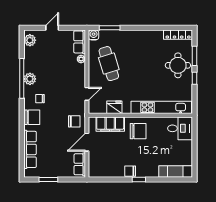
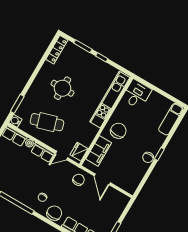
round table: (178, 65) -> (62, 88), moved
plant: (30, 79) -> (21, 196), removed
door: (87, 94) -> (62, 156), swing flipped
fridge: (114, 107) -> (79, 152), moved
row of seats: (80, 164) -> (43, 153), moved

